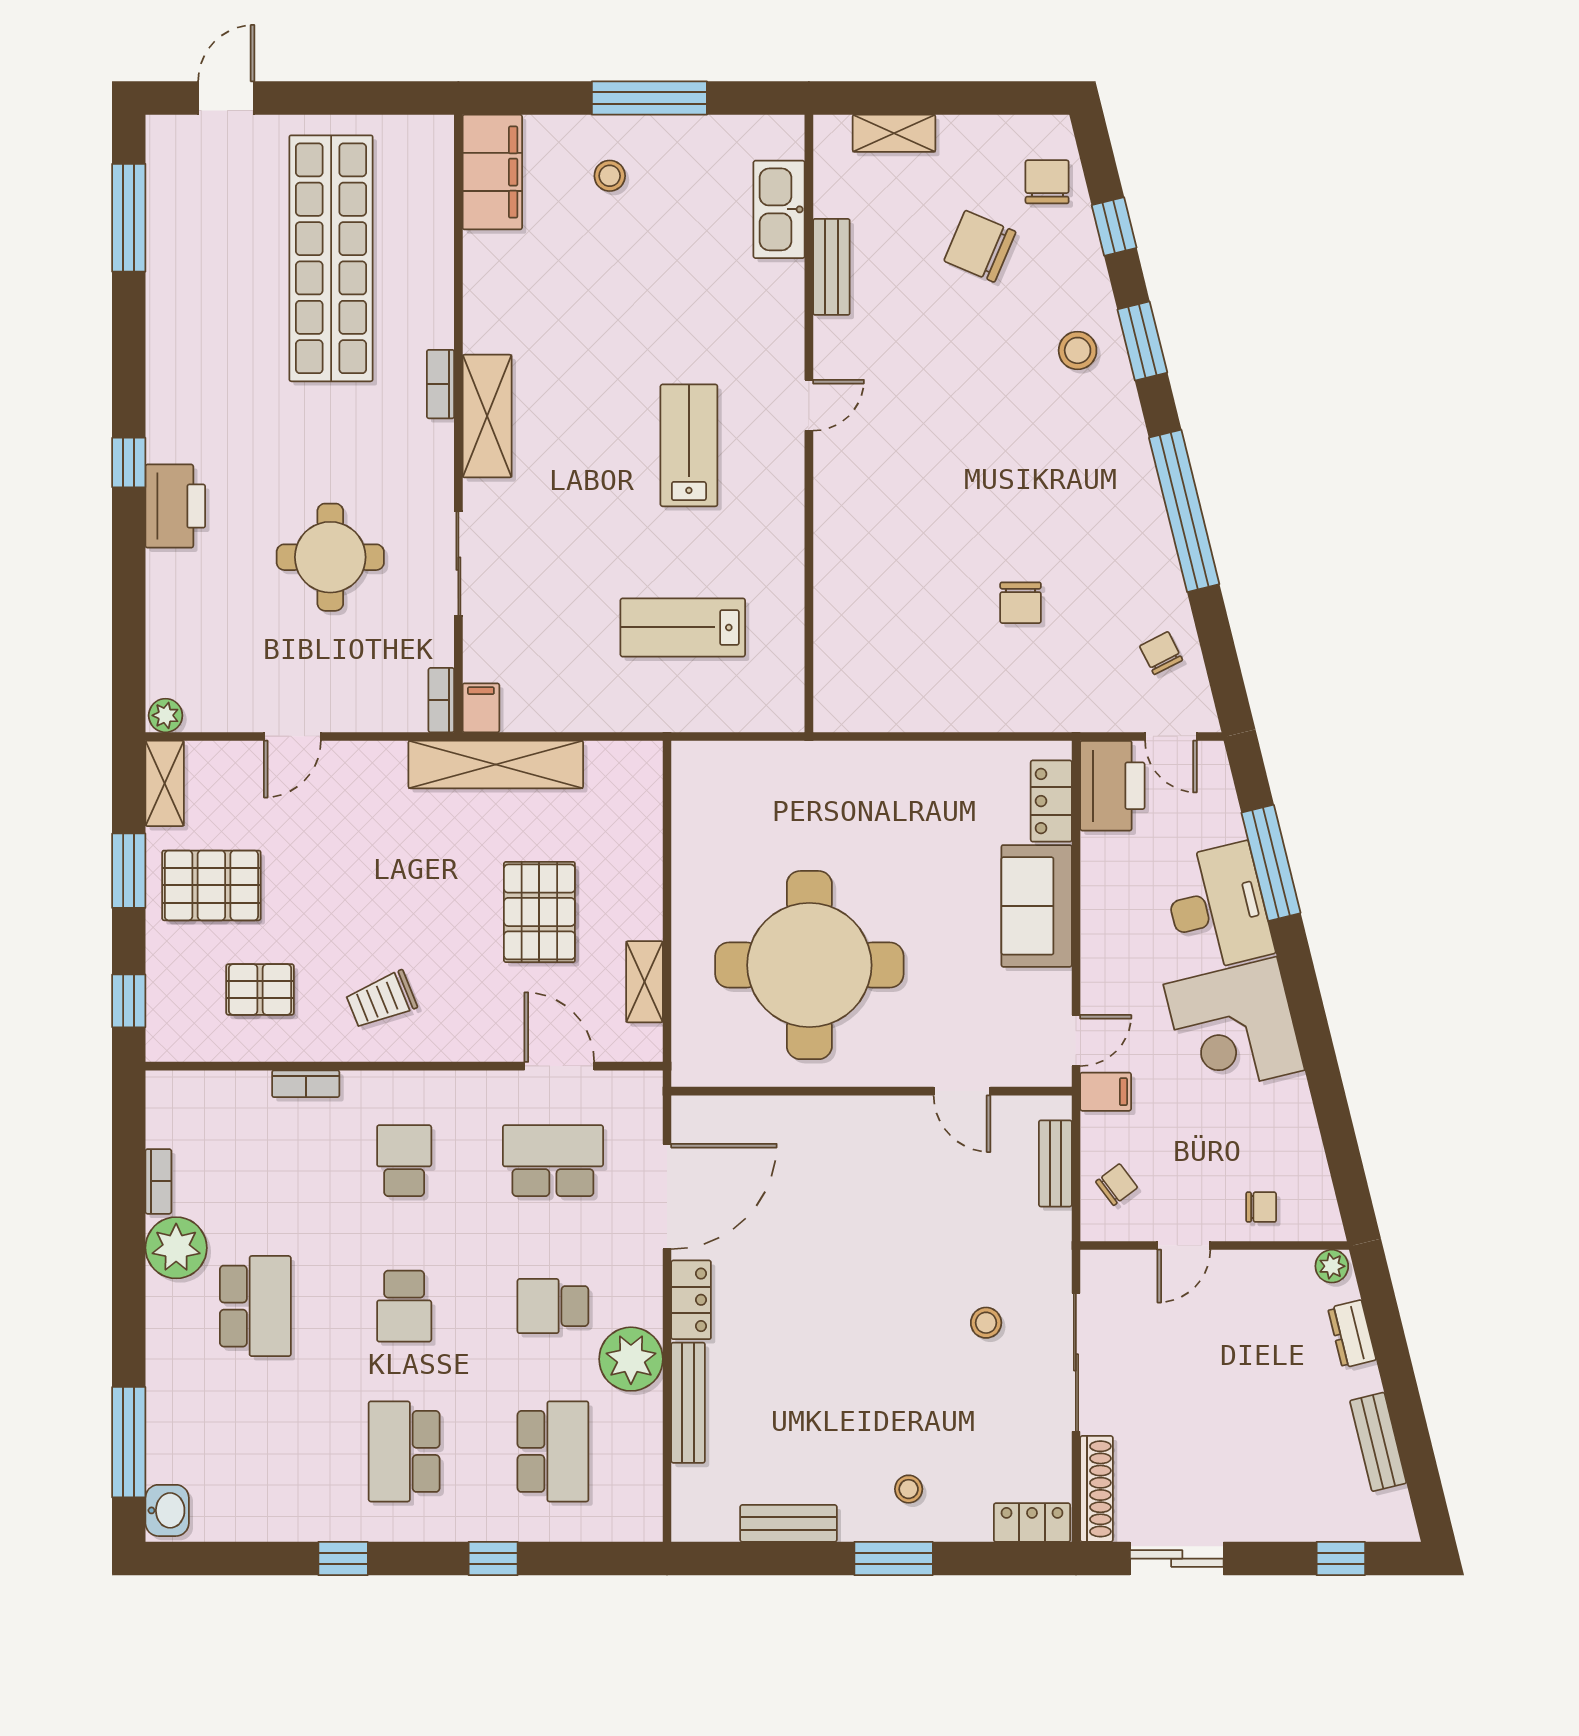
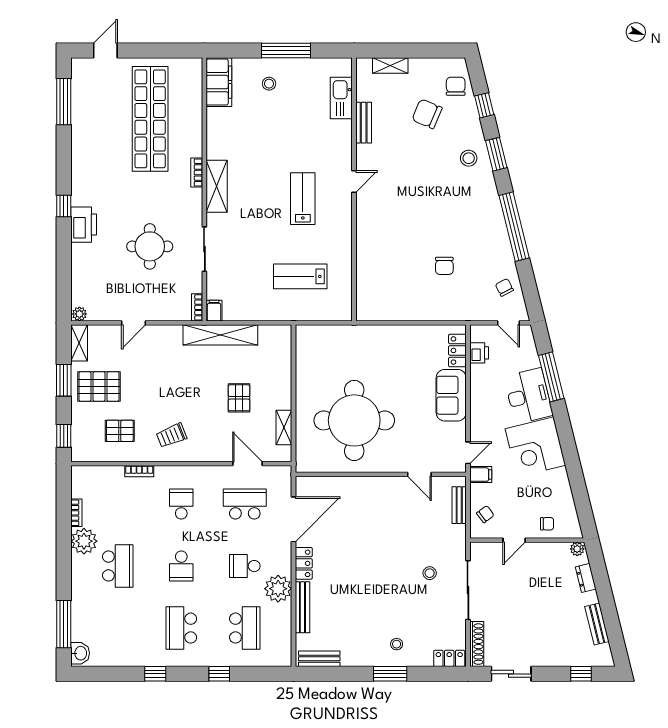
printer: (1112, 786) -> (479, 353), width x0.53, depth x0.68
pallet: (539, 912) -> (239, 398), width x0.67, depth x0.71
bench: (788, 1523) -> (319, 659), moved

